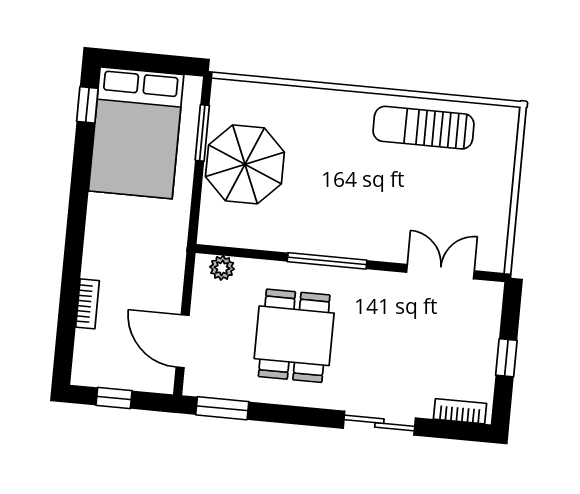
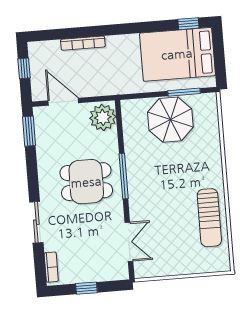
sun lounger: (424, 128) -> (209, 218), turned 180
plant: (222, 268) -> (103, 117), width x1.88, depth x1.88
bookcase: (87, 304) -> (83, 43), width x1.56
dining table: (294, 336) -> (86, 182), moved
door: (183, 341) -> (63, 102), hinge flipped

